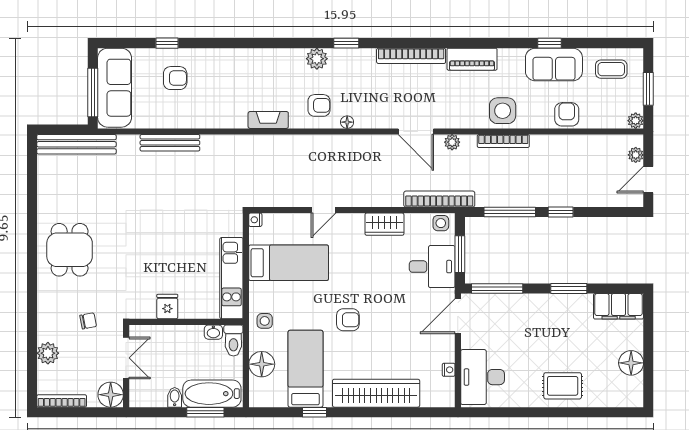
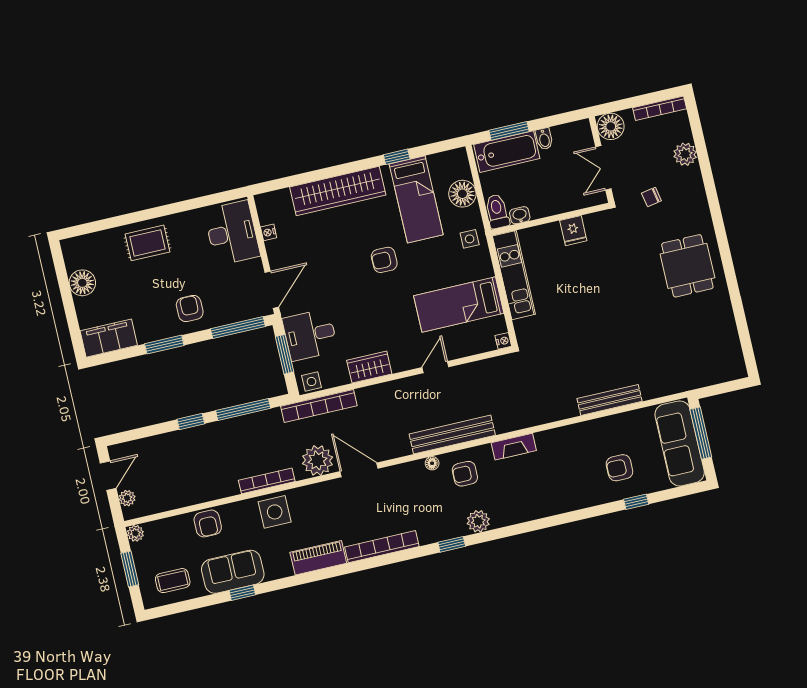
plant: (452, 142) -> (317, 460), width x1.88, depth x1.88
bench: (76, 144) -> (452, 435), moved
armchair: (538, 316) -> (190, 308), added

